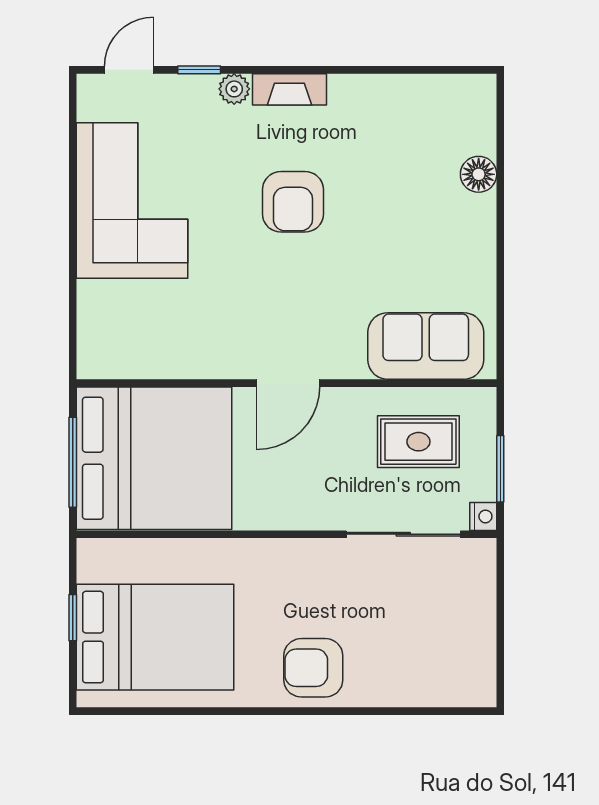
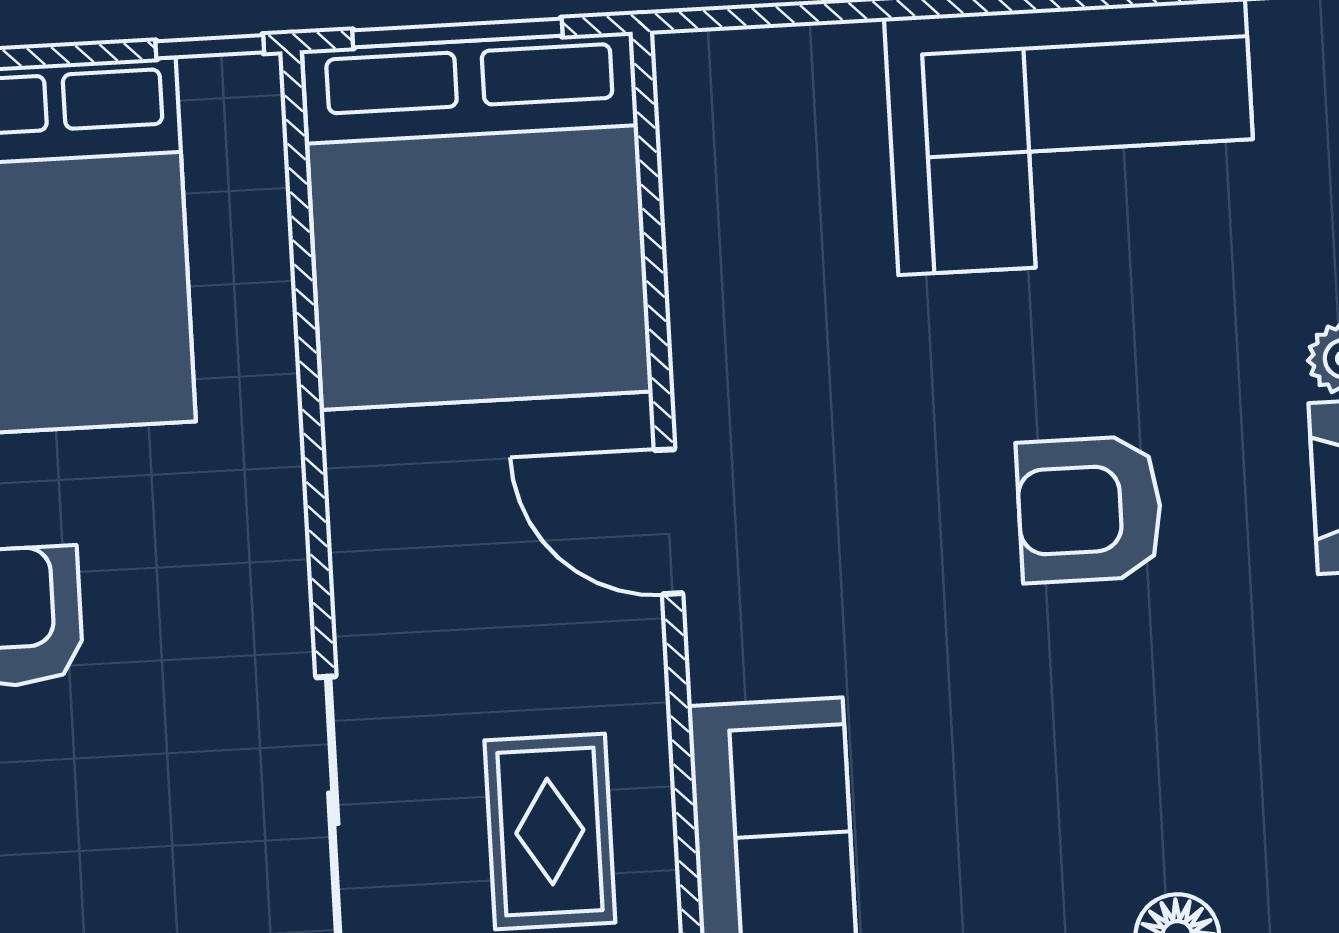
window: (73, 618) -> (210, 47), moved

